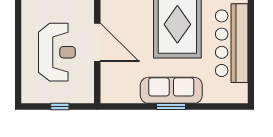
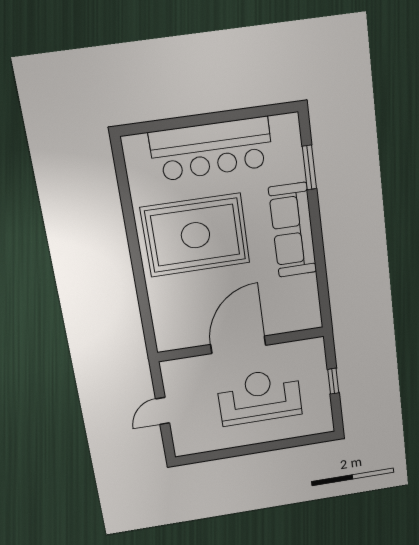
window: (171, 107) -> (309, 167), moved

